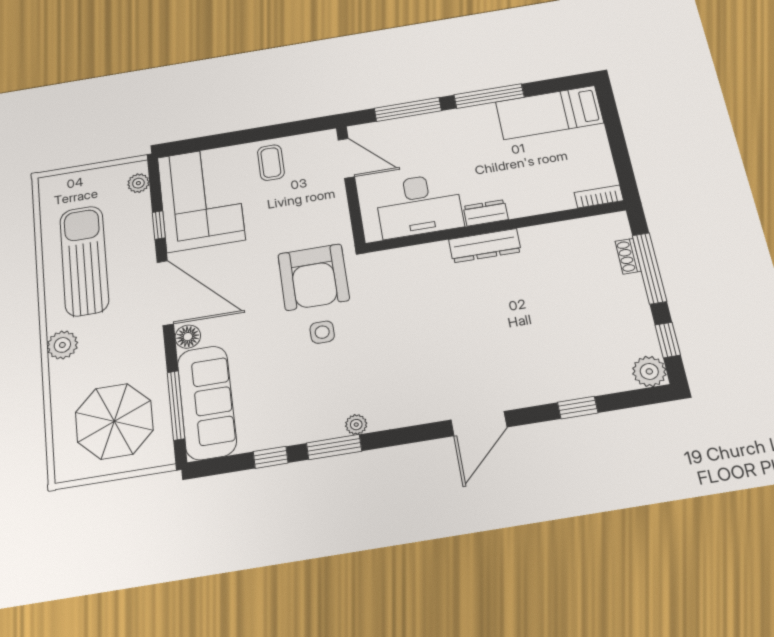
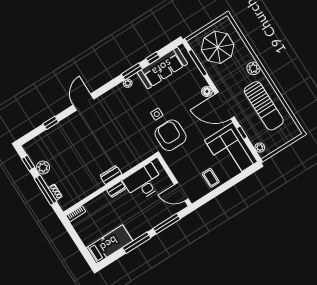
dresser: (485, 246) -> (111, 175), width x0.70
plant: (649, 371) -> (43, 167), moved
sofa: (207, 402) -> (162, 68), moved, turned -90

